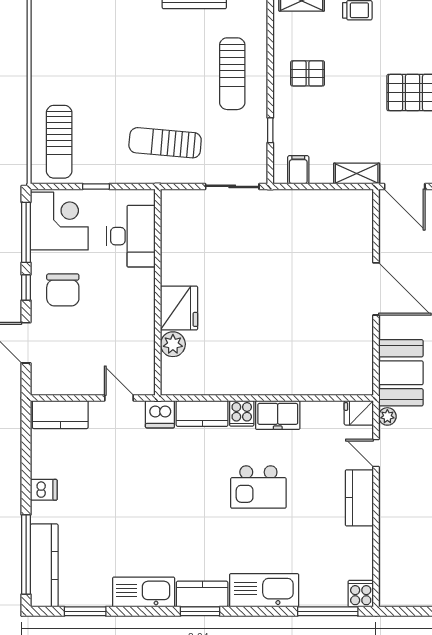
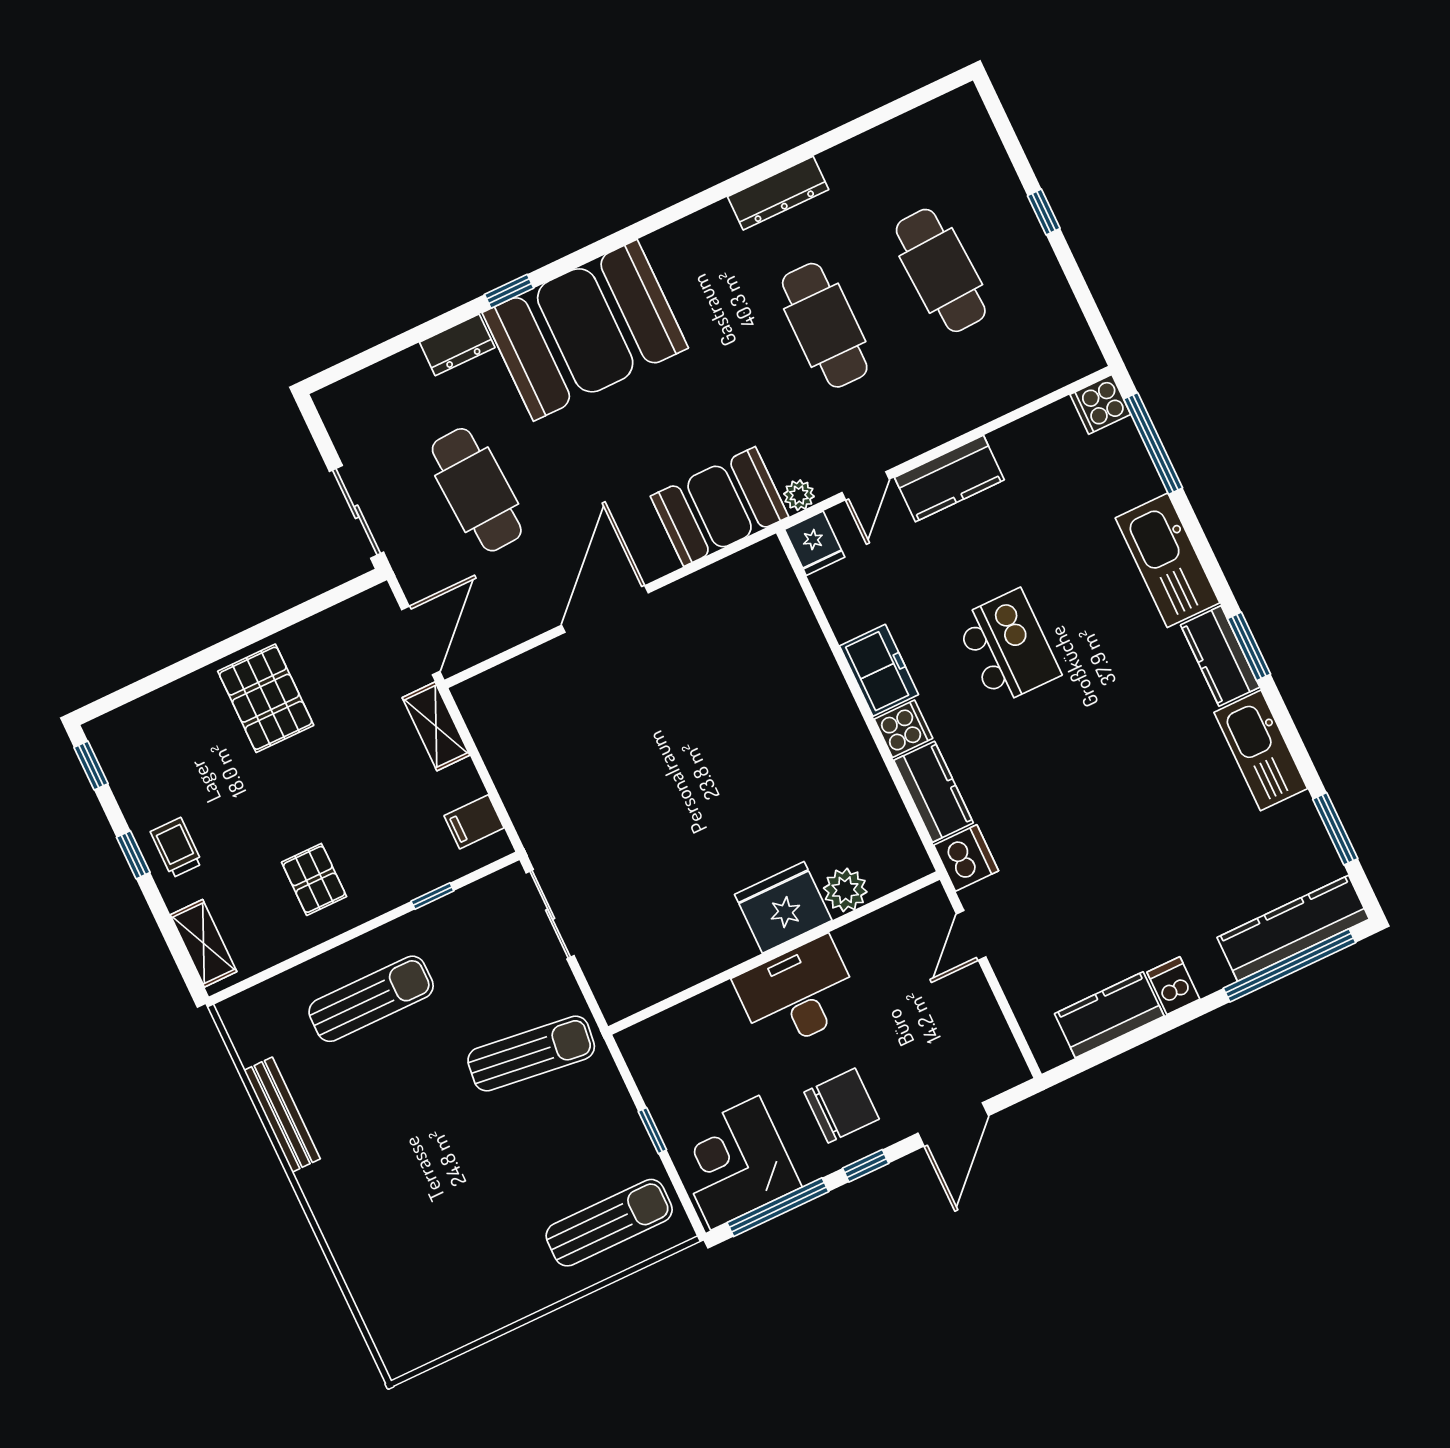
sun lounger: (165, 143) -> (531, 1054), turned -88
desk: (131, 236) -> (798, 994), moved
kitchen counter: (60, 415) -> (1109, 1015), moved, turned -90

